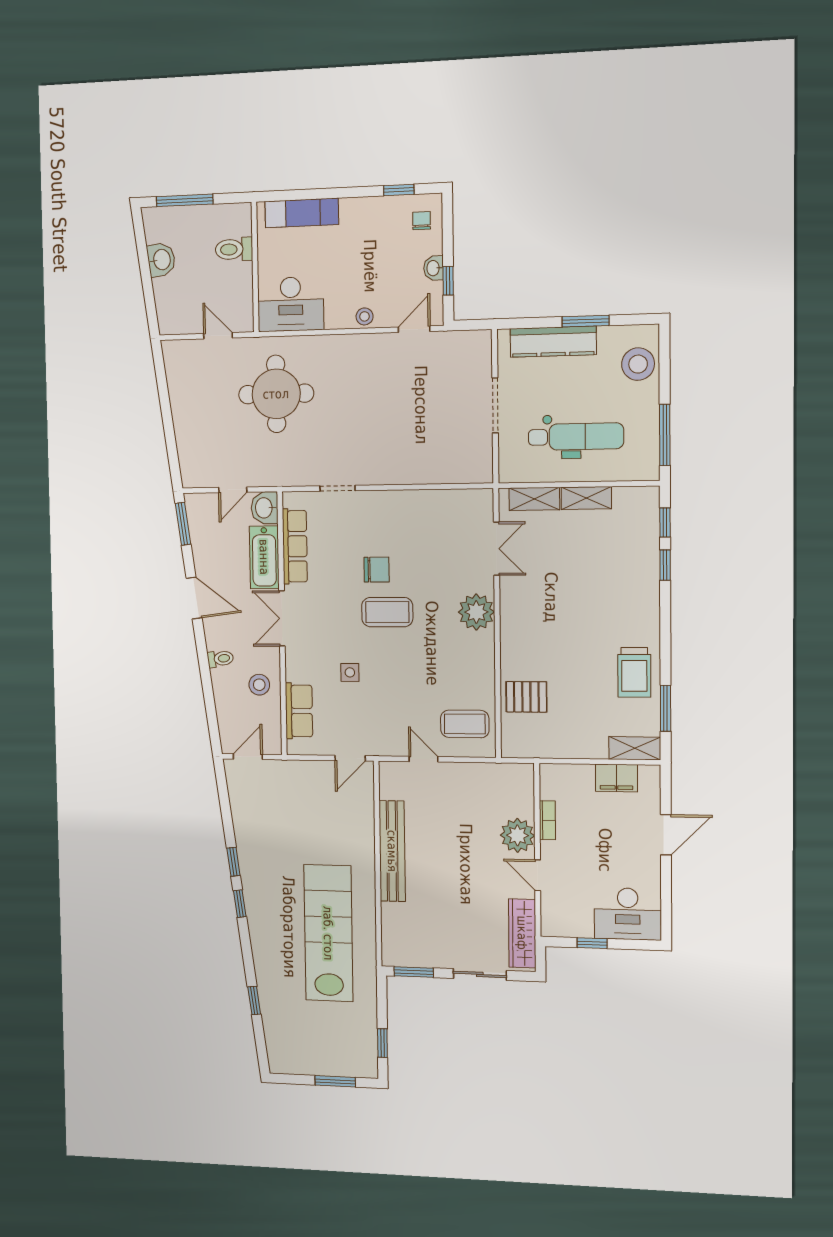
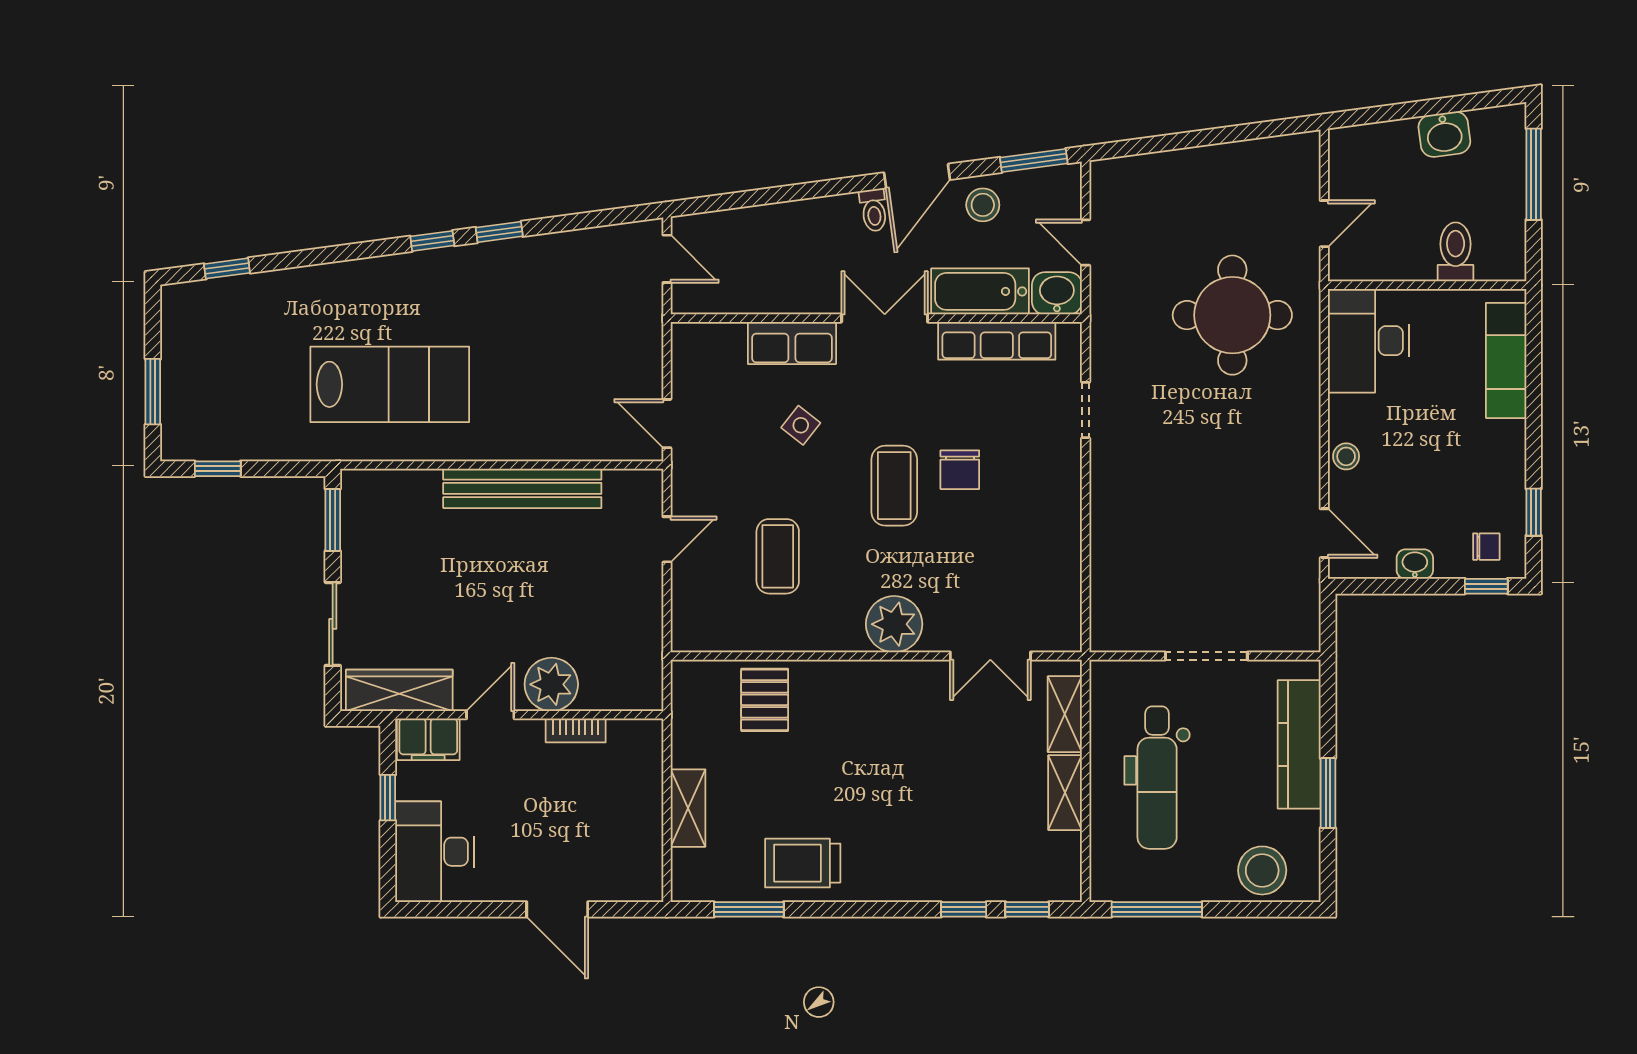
window: (448, 281) -> (1486, 586), moved
toilet: (220, 659) -> (874, 210), moved
side table: (350, 672) -> (801, 425), turned 38
stool: (259, 685) -> (983, 205), moved
row of seats: (299, 711) -> (792, 343), moved
coffee table: (465, 724) -> (778, 556), moved
shelving: (635, 748) -> (688, 808), moved
filing cabinet: (616, 778) -> (428, 739), moved, turned -90
lab bench: (328, 933) -> (390, 384), width x0.73
window: (254, 1000) -> (227, 268), moved

